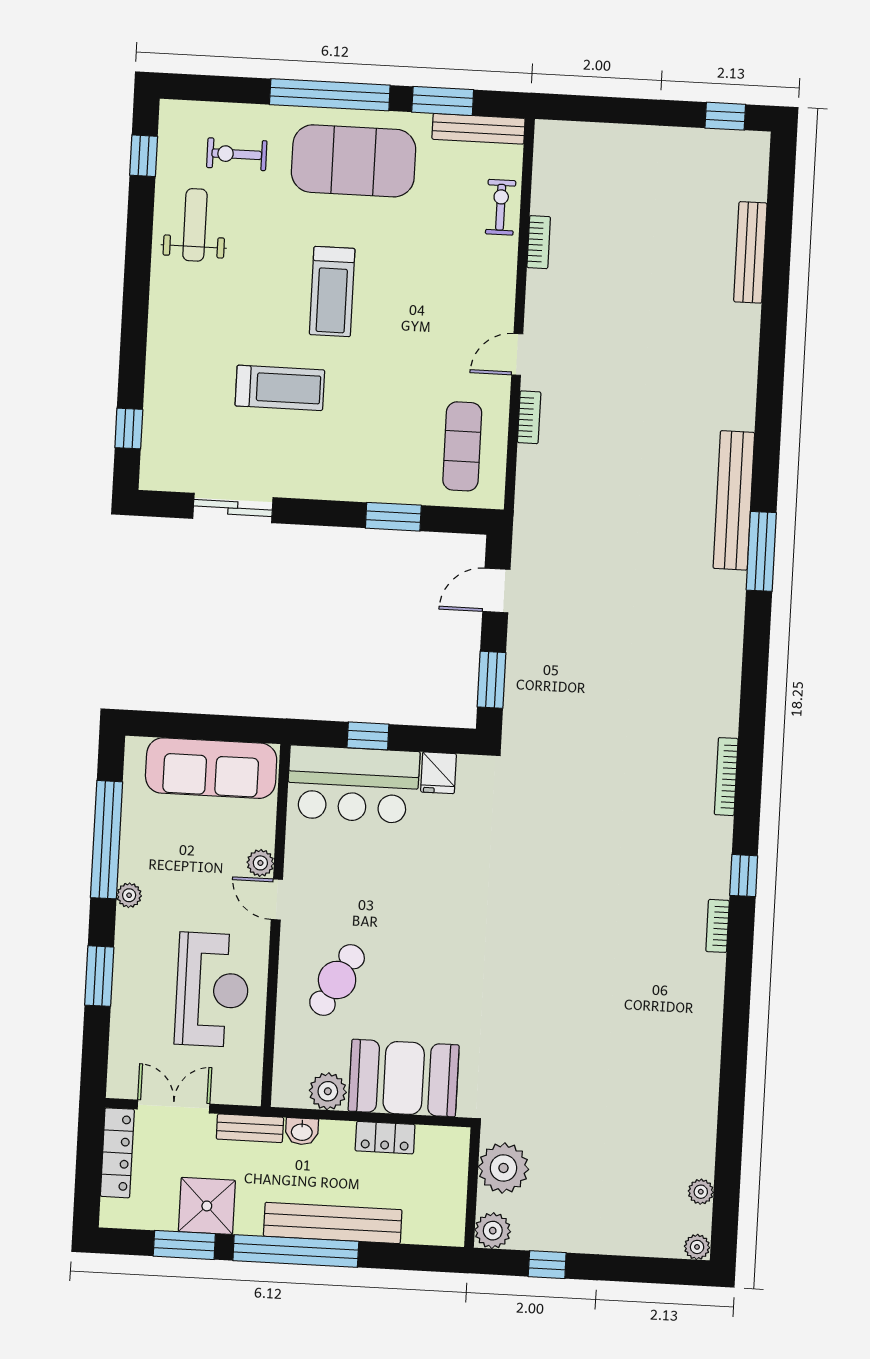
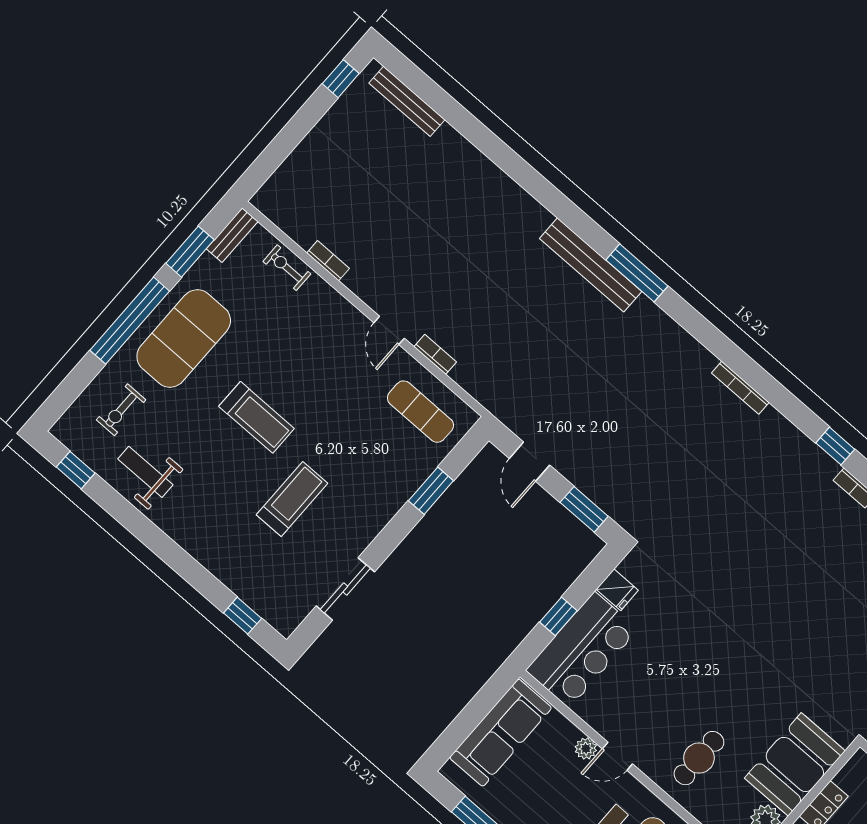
bench: (478, 129) -> (232, 235), width x0.73
bench: (750, 252) -> (407, 101), moved
bookcase: (726, 777) -> (740, 388), moved
cafe table: (337, 980) -> (699, 758), turned 61

